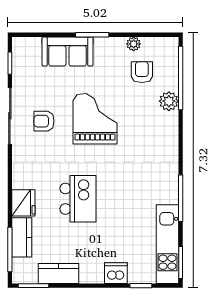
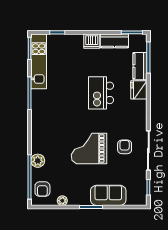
armchair: (142, 72) -> (42, 189), moved
grand piano: (95, 119) -> (89, 149), turned 90
armchair: (44, 121) -> (125, 147), turned -90
dishwasher: (116, 273) -> (92, 41), moved

